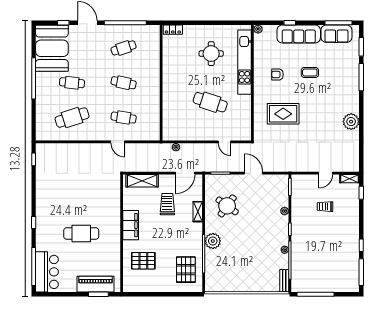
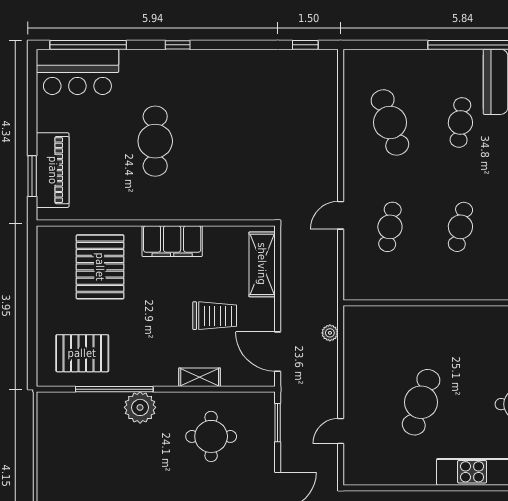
round table: (227, 206) -> (211, 436), turned -36
pallet: (143, 261) -> (100, 267), width x1.37, depth x1.41

